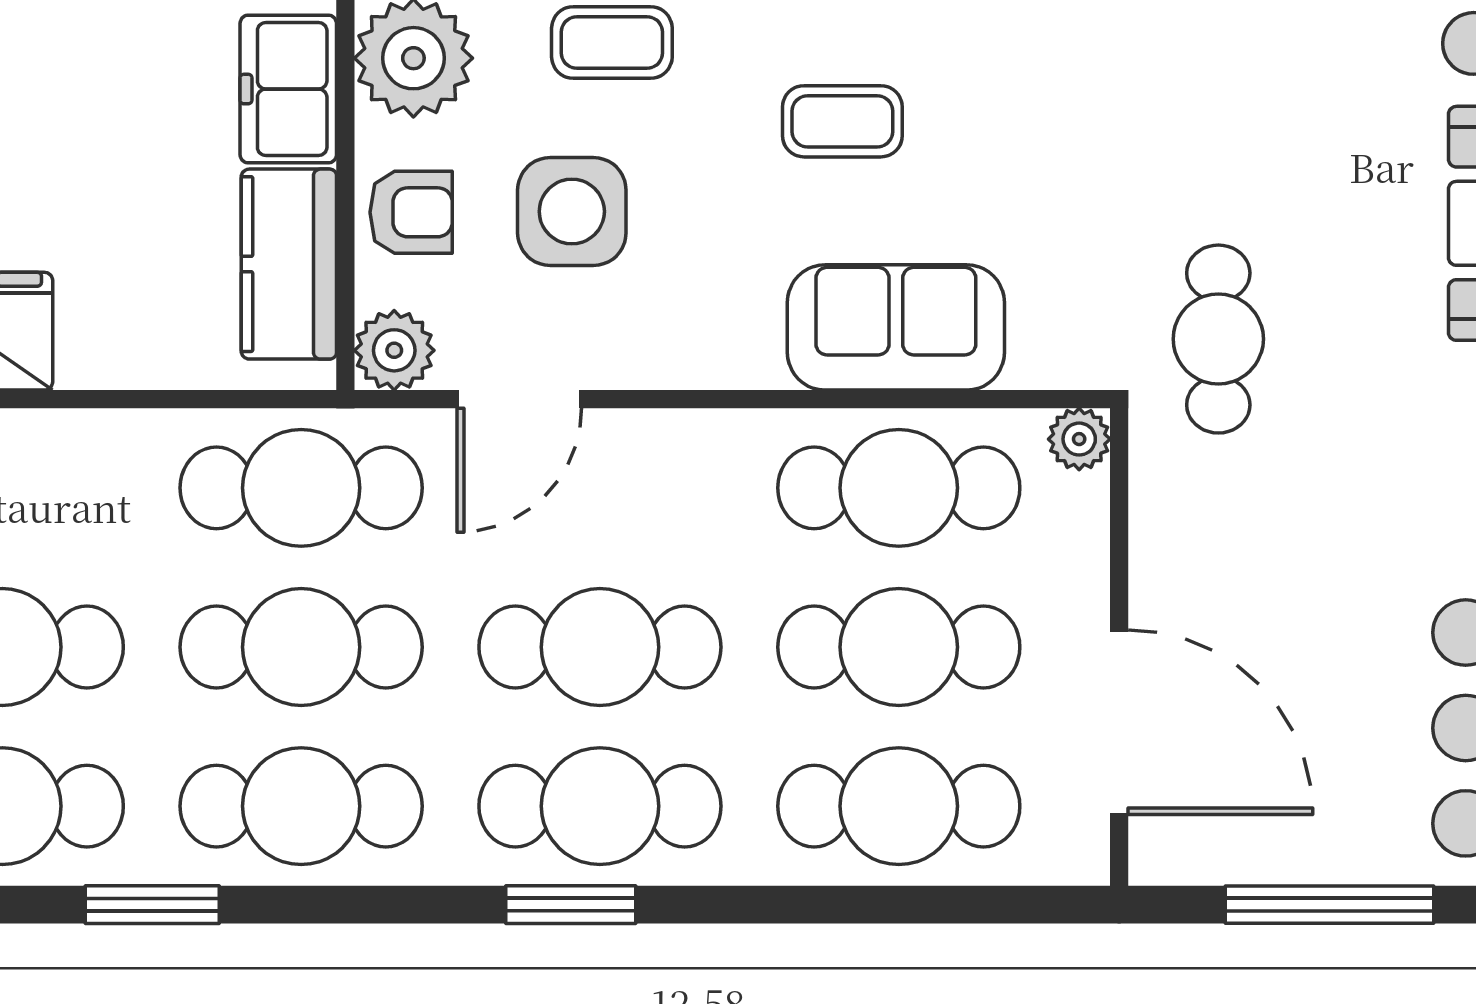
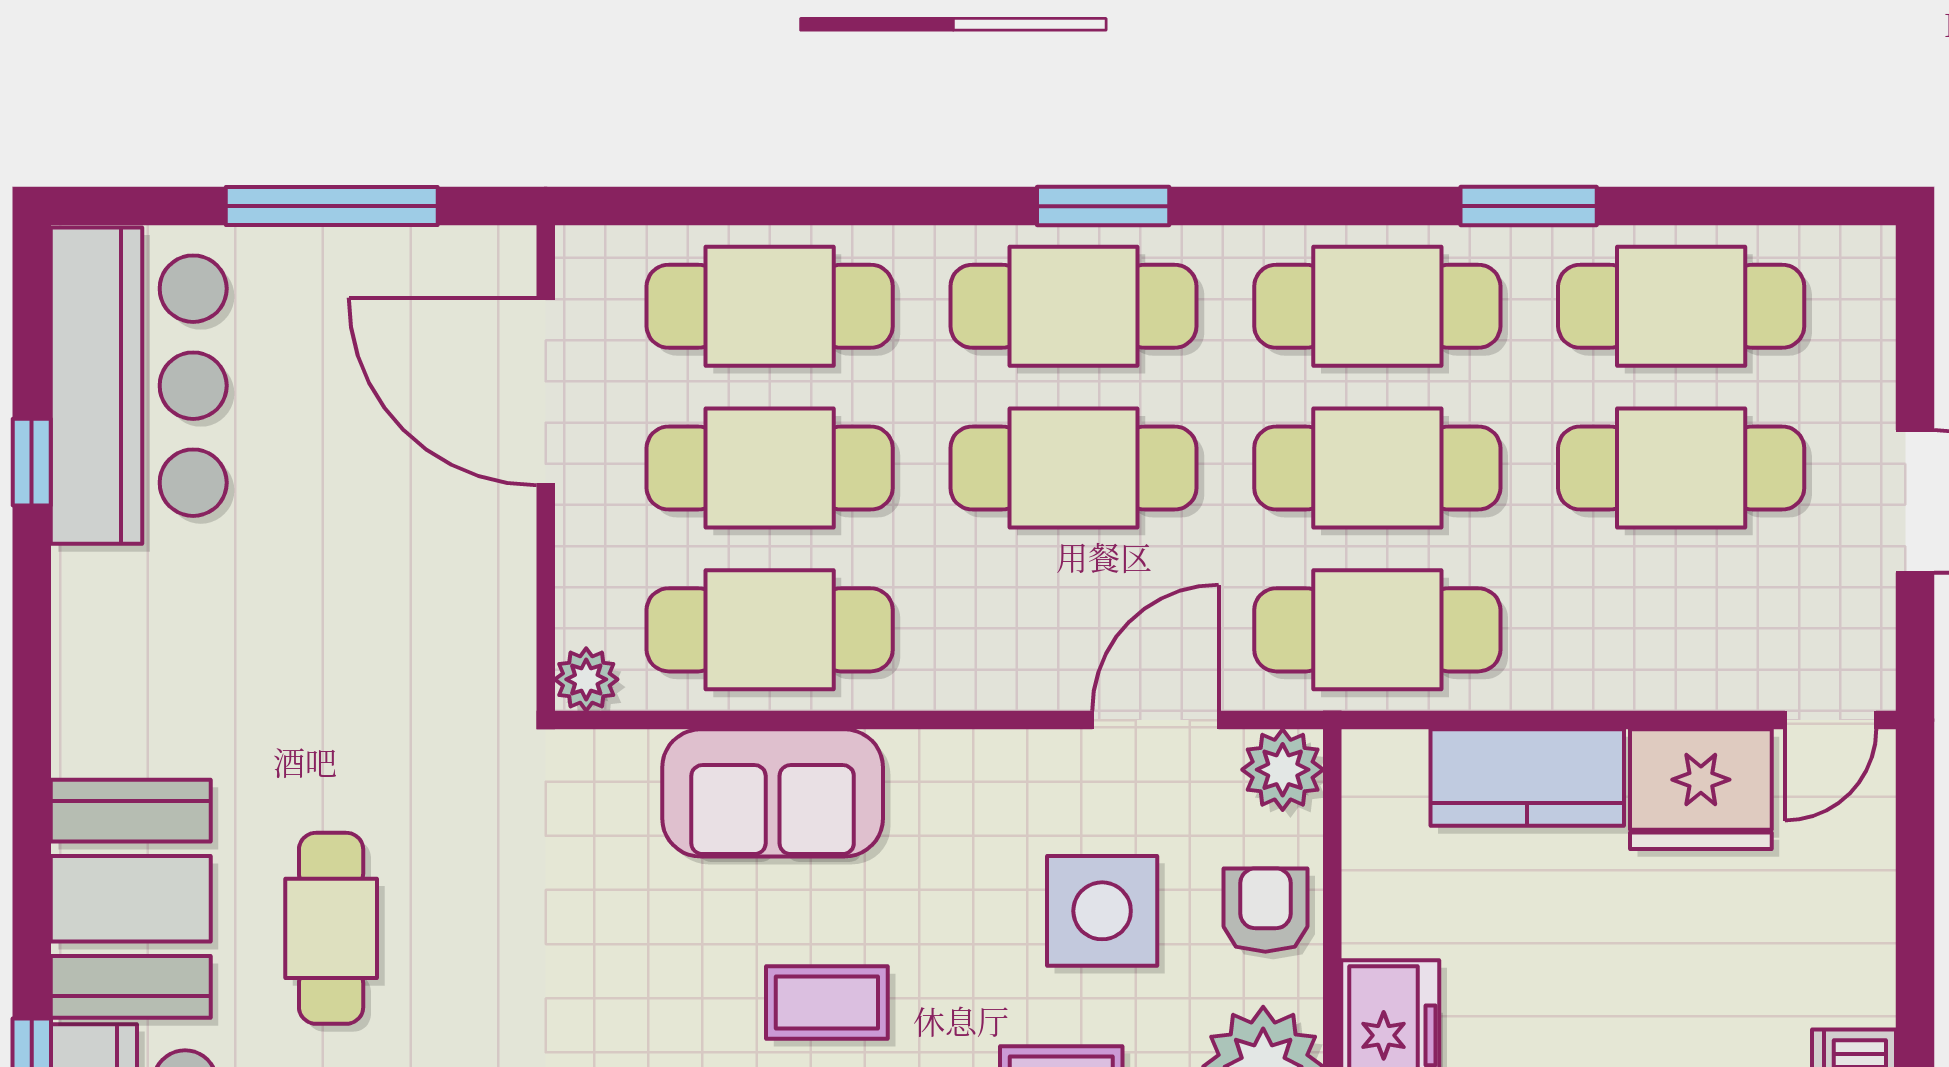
armchair: (411, 212) -> (1265, 910), turned 90
kitchen counter: (289, 264) -> (1527, 778), moved, turned 90
cafe table: (1218, 339) -> (331, 928), moved

